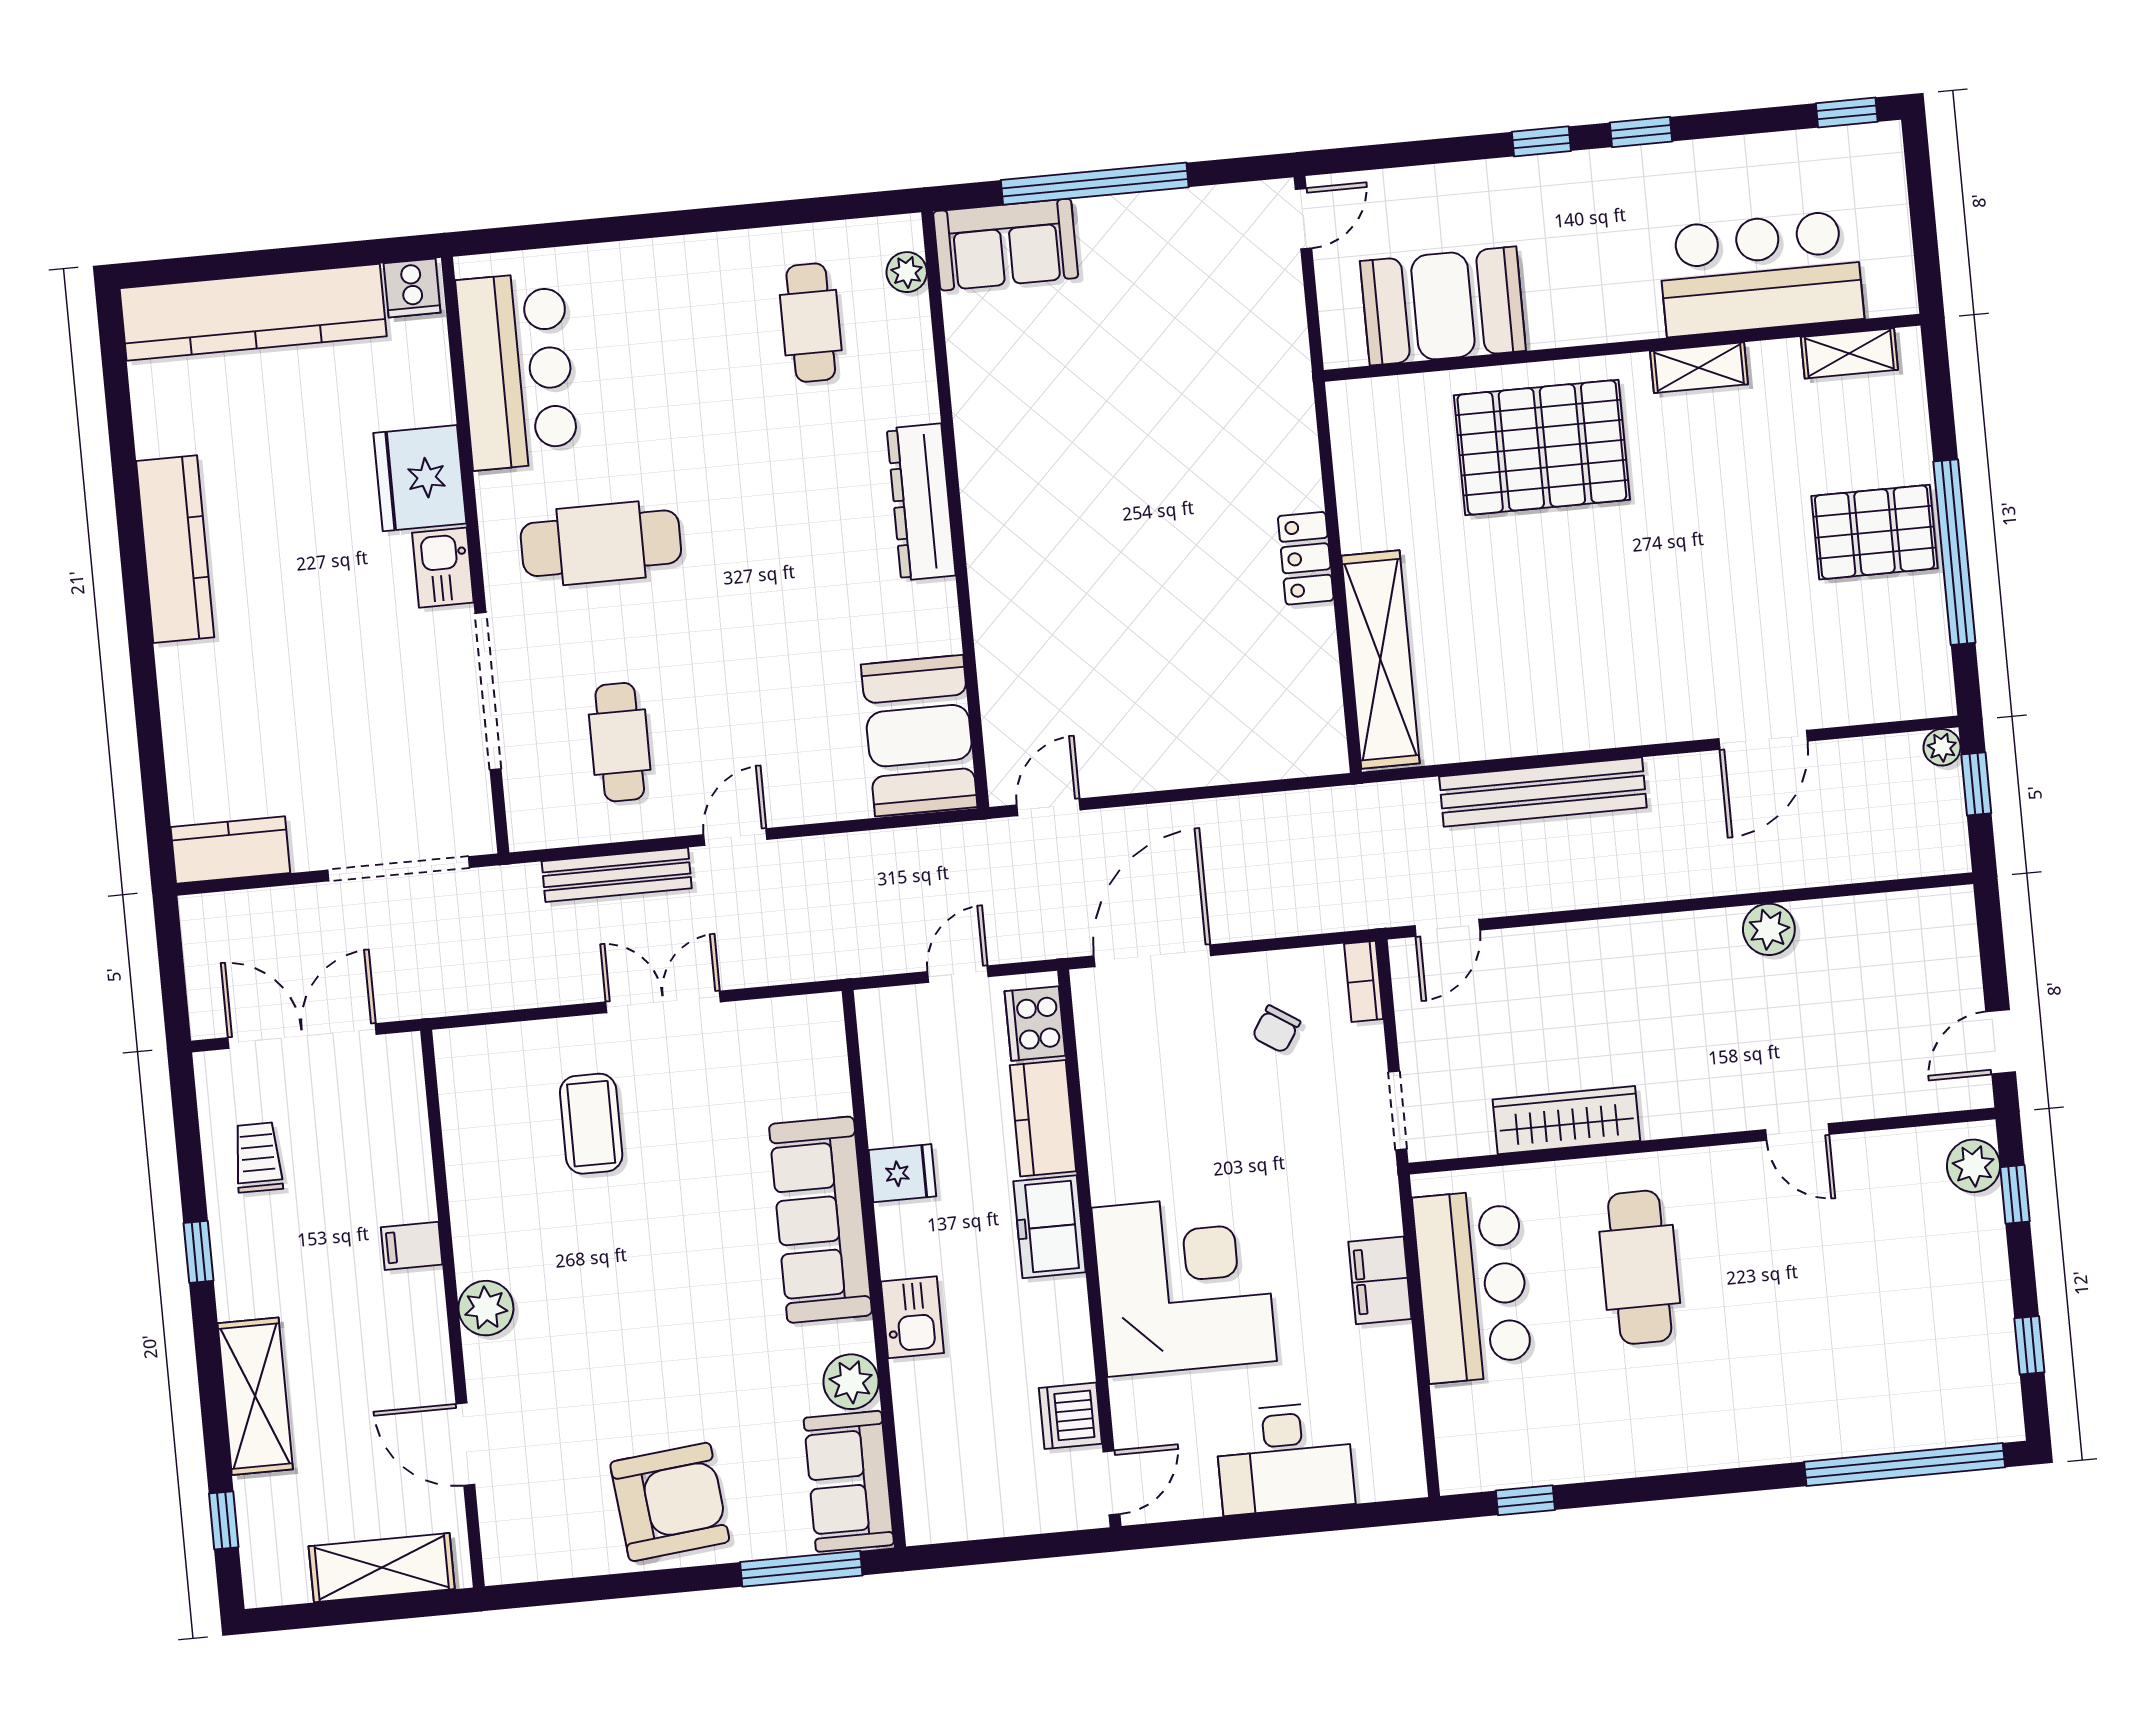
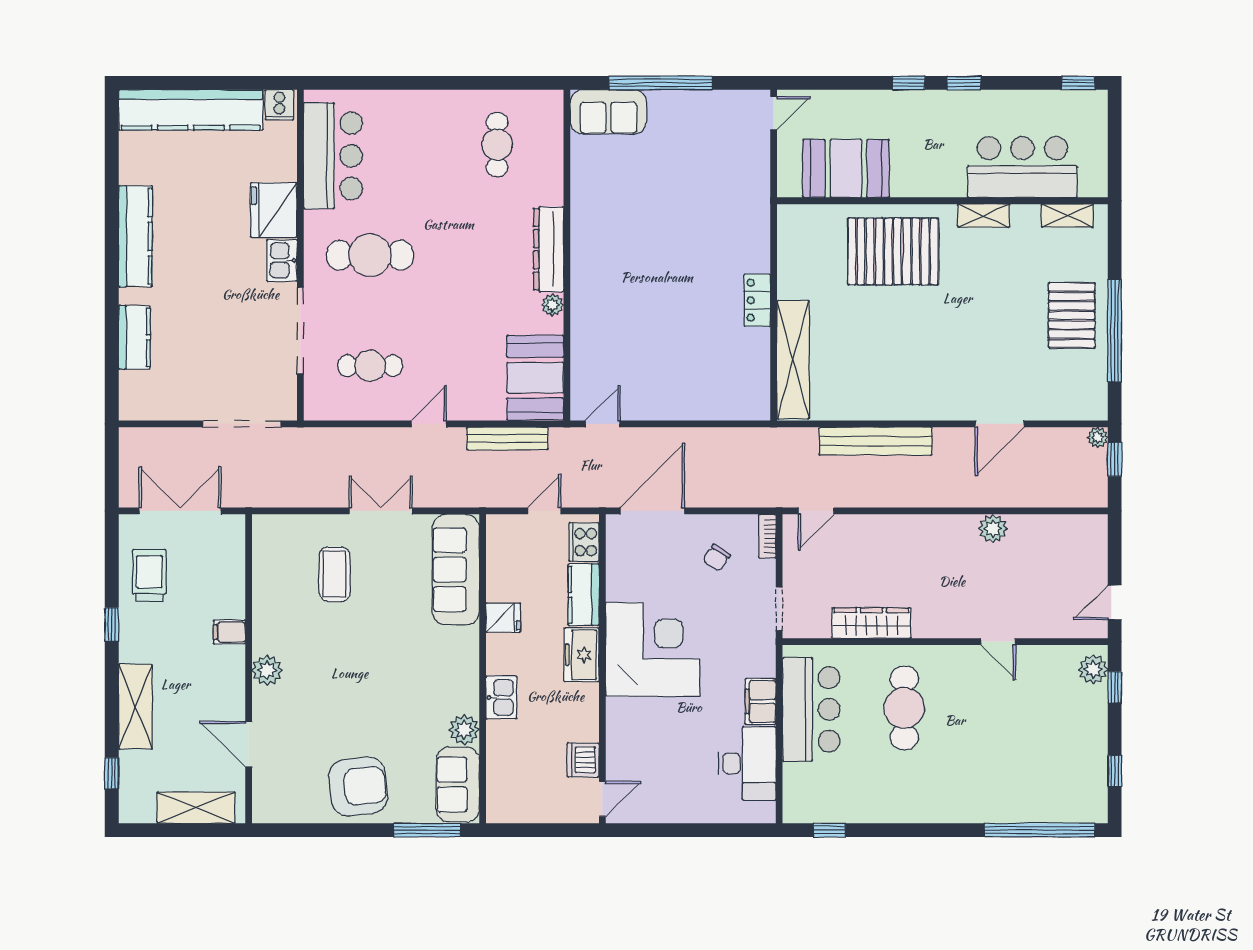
plant: (907, 272) -> (553, 305), moved
pallet: (1875, 532) -> (1072, 315), turned 90
cafe table: (620, 742) -> (370, 366), turned 90
kitchen counter: (230, 850) -> (134, 337), moved, turned 90
bench: (617, 875) -> (507, 438), moved
trolley: (258, 1157) -> (149, 575), width x1.36, depth x1.39
sofa: (821, 1220) -> (456, 570), moved
corner desk: (1184, 1284) -> (653, 649), moved
desk: (1285, 1458) -> (747, 763), moved, turned -90

